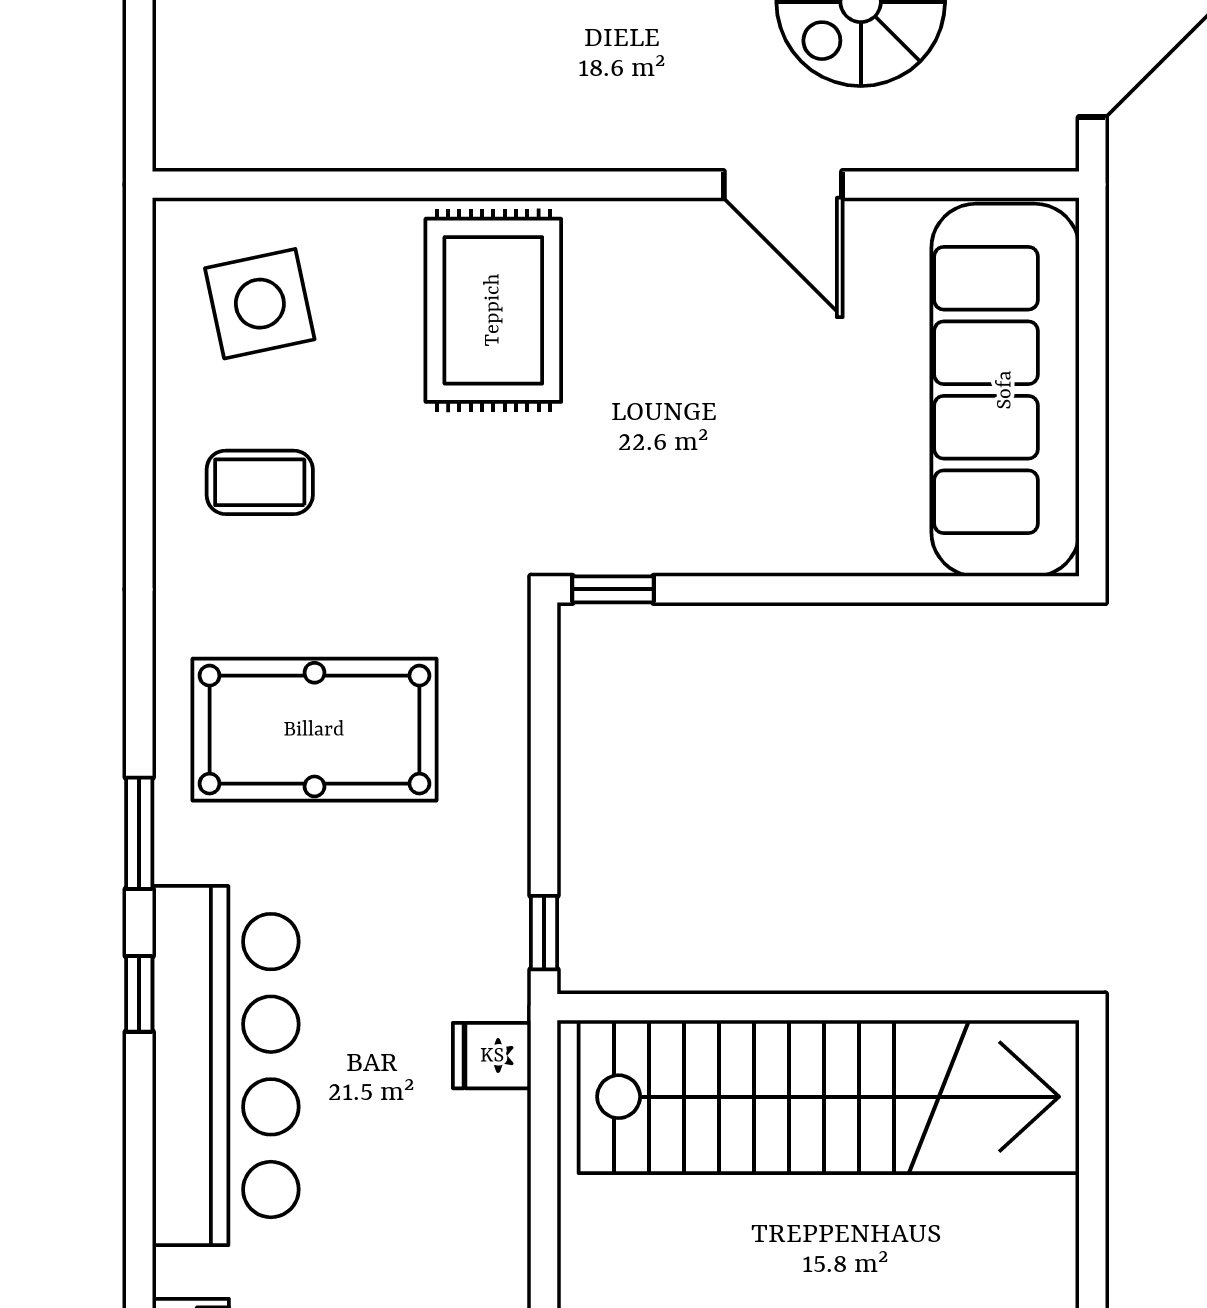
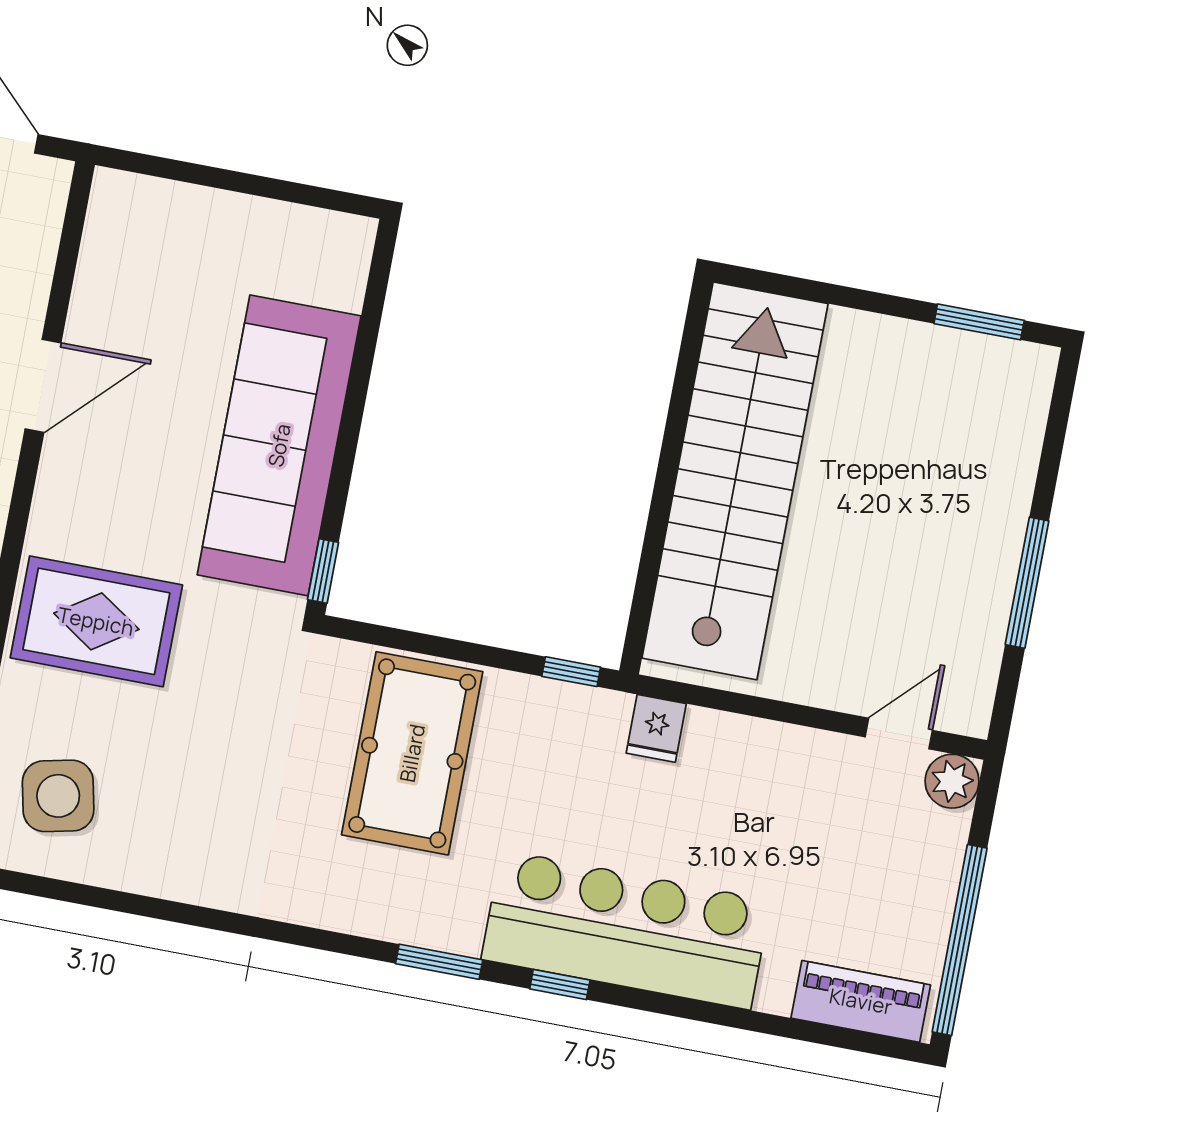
sofa: (1005, 390) -> (279, 445), moved, turned 90
coffee table: (260, 482) -> (192, 821), removed
pool table: (314, 730) -> (412, 753), moved

